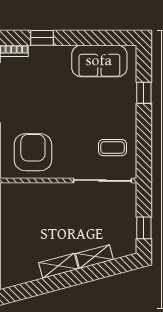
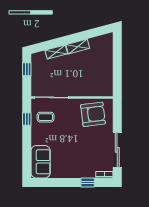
sofa: (99, 61) -> (41, 162), moved, turned 90
window: (144, 93) -> (27, 119), moved
armchair: (33, 152) -> (93, 114), turned -97

